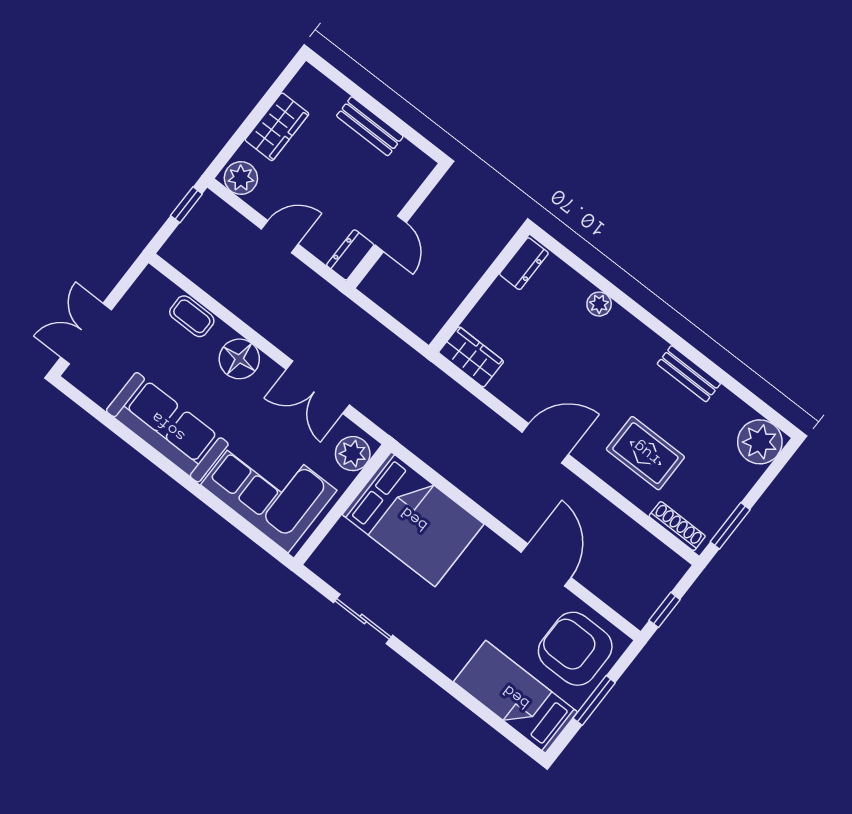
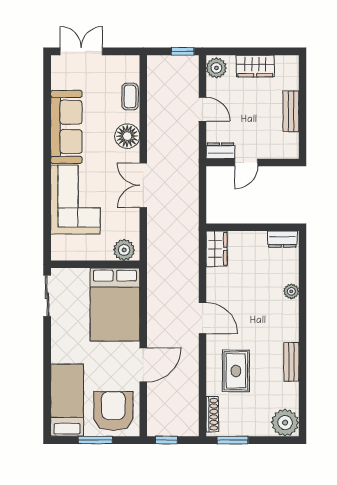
plant: (353, 454) -> (124, 250), moved
wall: (342, 505) -> (95, 264), moved
bed: (413, 519) -> (115, 305), moved

